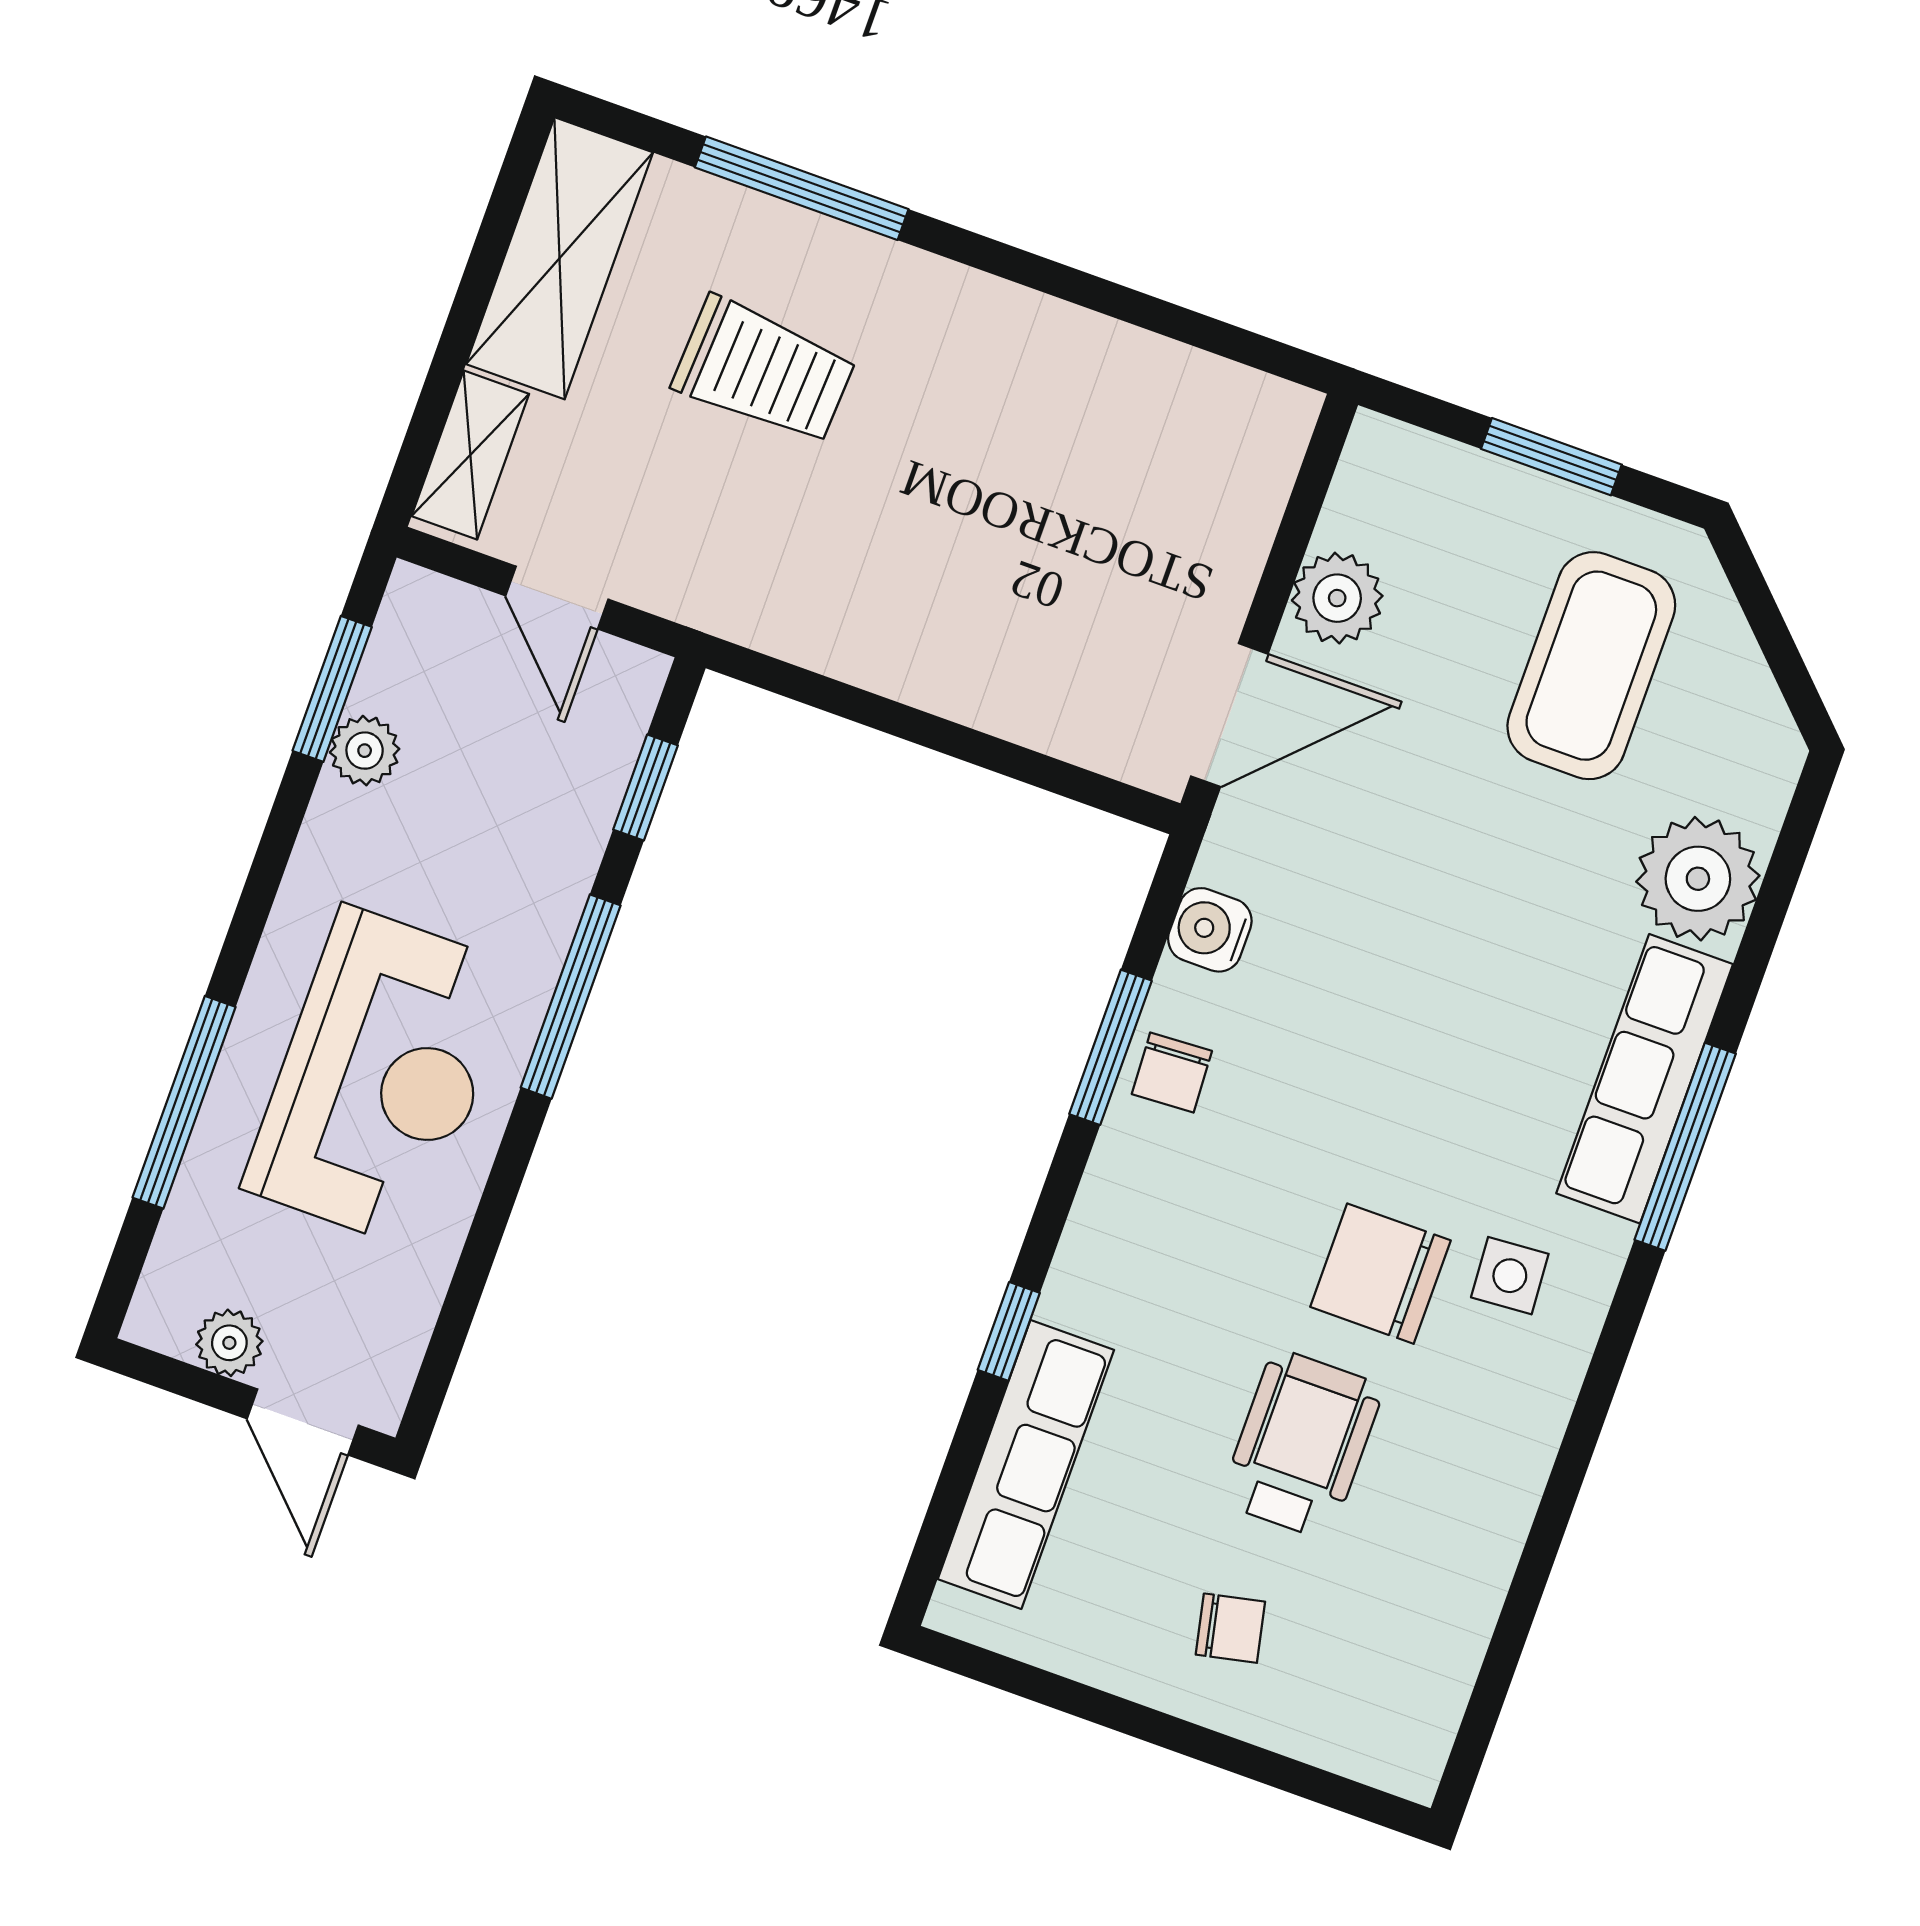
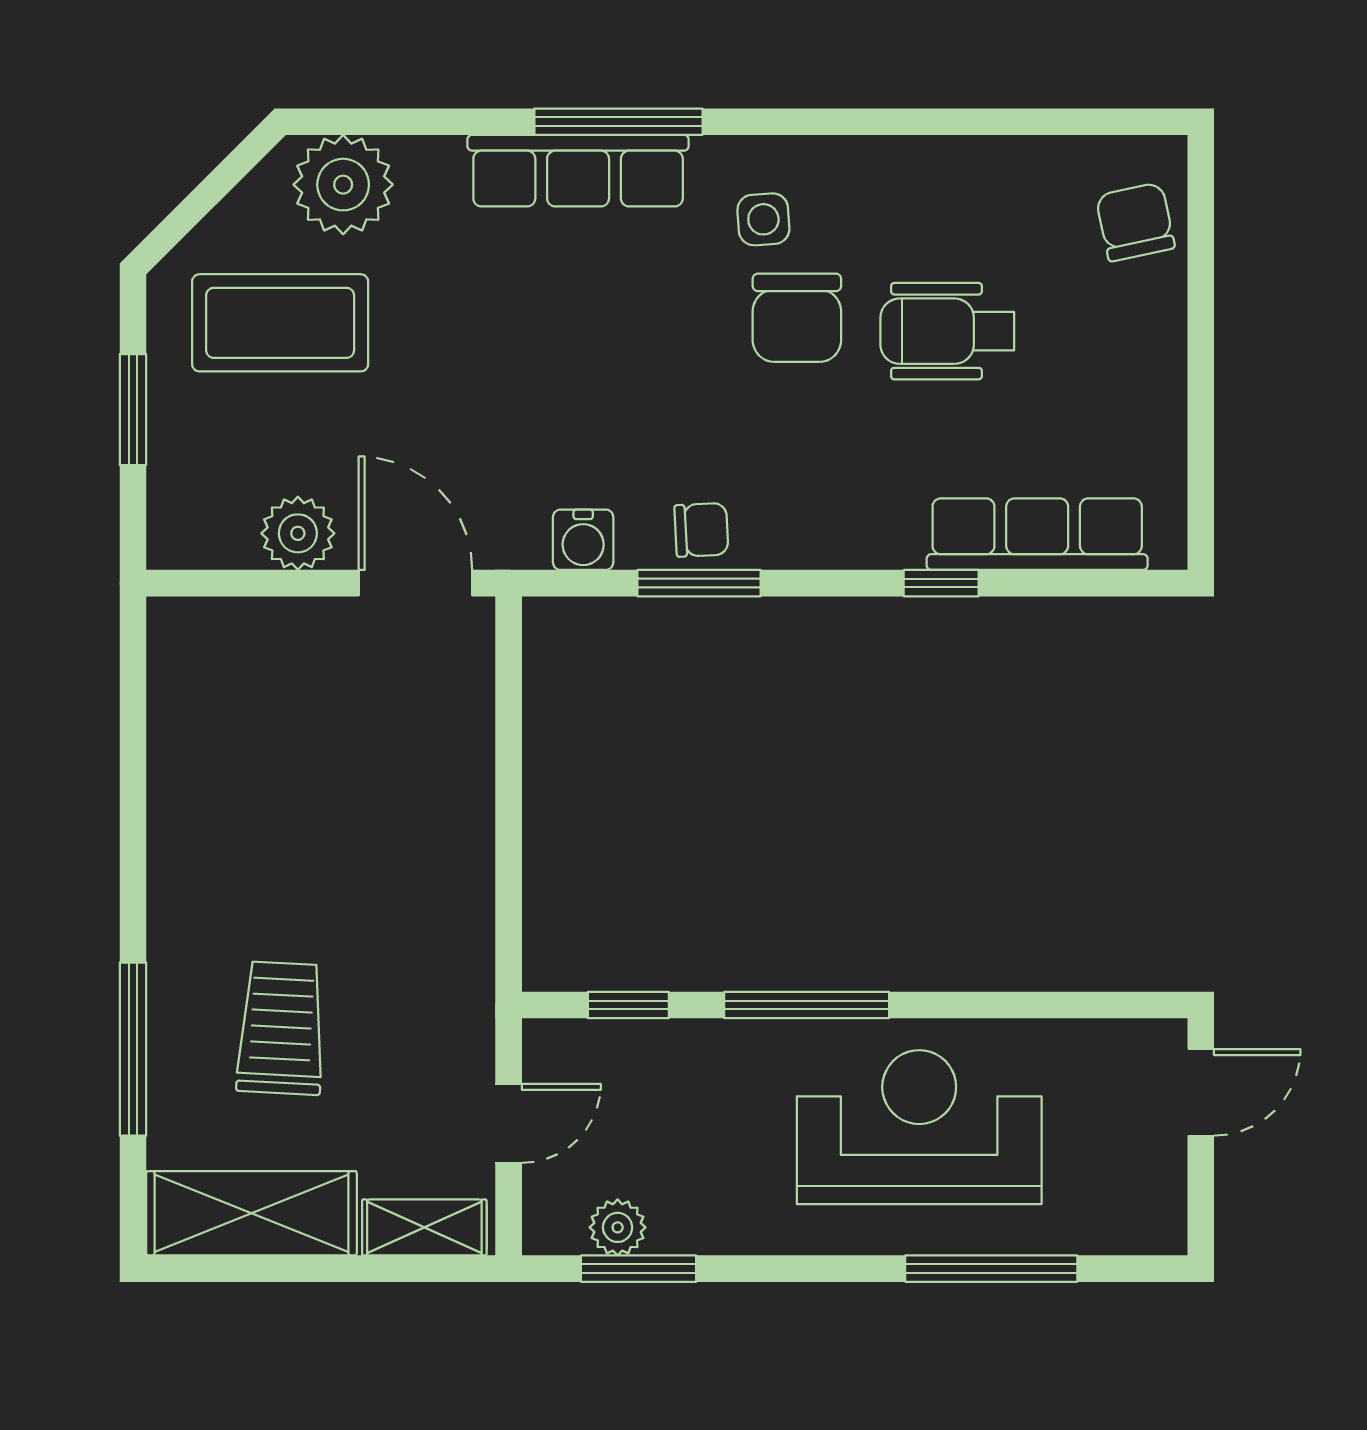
plant: (365, 751) -> (618, 1227), moved
plant: (1698, 879) -> (343, 185), moved
plant: (229, 1343) -> (1161, 1169), removed
chair: (1230, 1628) -> (1135, 222), moved, width x1.37, depth x1.37

